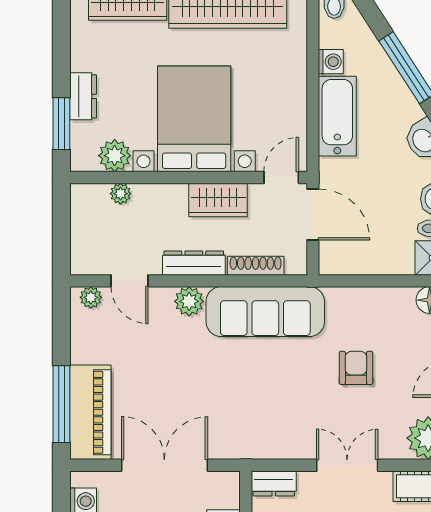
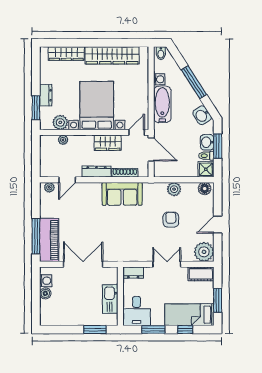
door: (130, 281) -> (67, 180), hinge flipped
plant: (189, 301) -> (174, 189), moved
sofa: (265, 312) -> (122, 194), width x0.73

